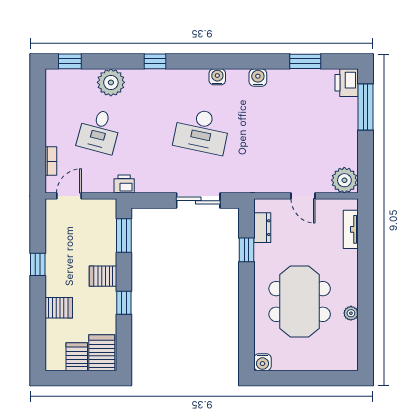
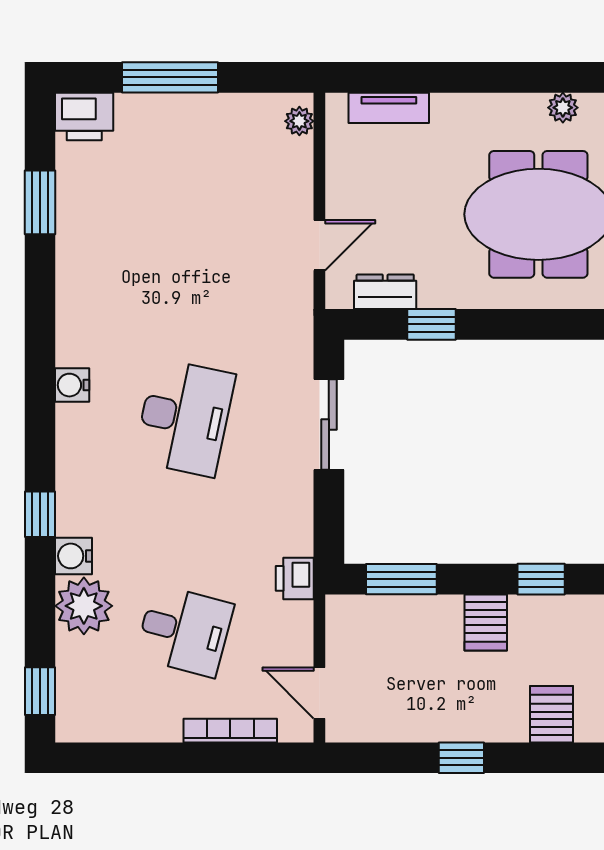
water cooler: (258, 78) -> (74, 556), moved
window: (366, 107) -> (170, 77), moved
bookcase: (51, 161) -> (230, 731), width x1.56
plant: (344, 180) -> (299, 121), width x0.53, depth x0.53
door: (303, 196) -> (319, 245), moved

